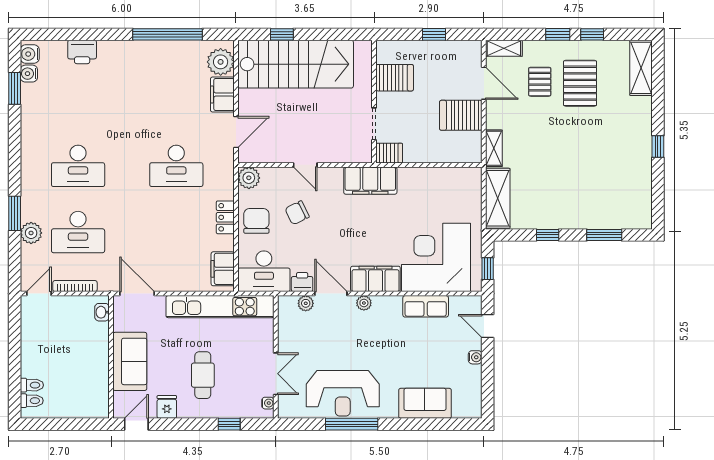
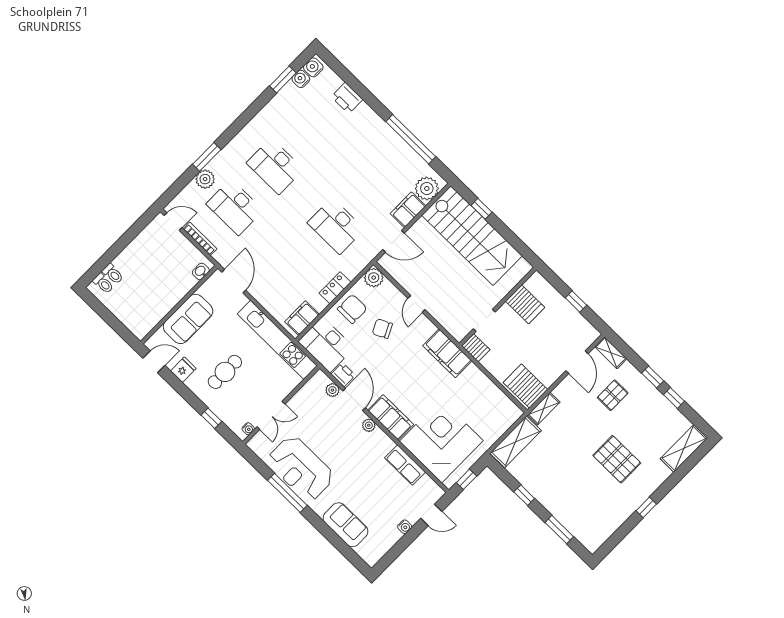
pallet: (580, 83) -> (617, 459), moved, turned 90
server rack: (461, 115) -> (525, 386), moved
door: (488, 326) -> (431, 515), swing flipped

